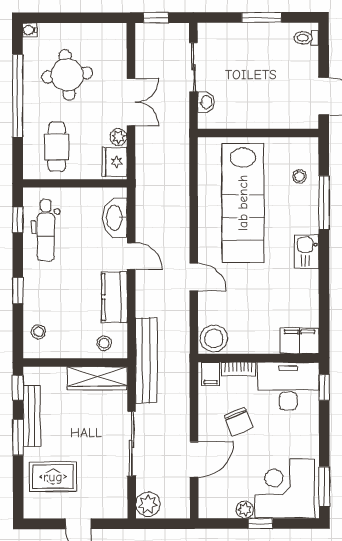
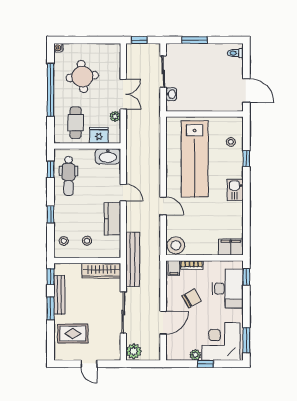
window: (261, 17) -> (195, 40), moved
fridge: (114, 162) -> (99, 135), moved, turned 90
window: (324, 203) -> (246, 159), width x0.46
washbasin: (115, 218) -> (108, 156), moved, turned -90
stool: (104, 343) -> (87, 241), moved
desk: (288, 386) -> (228, 289), moved, turned 90
chair: (239, 421) -> (192, 298), turned -98

